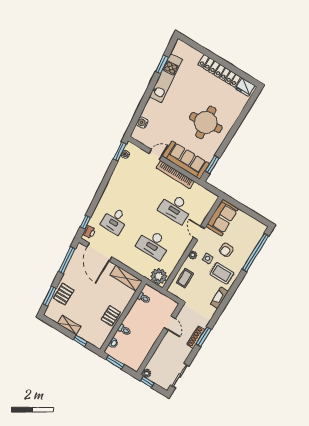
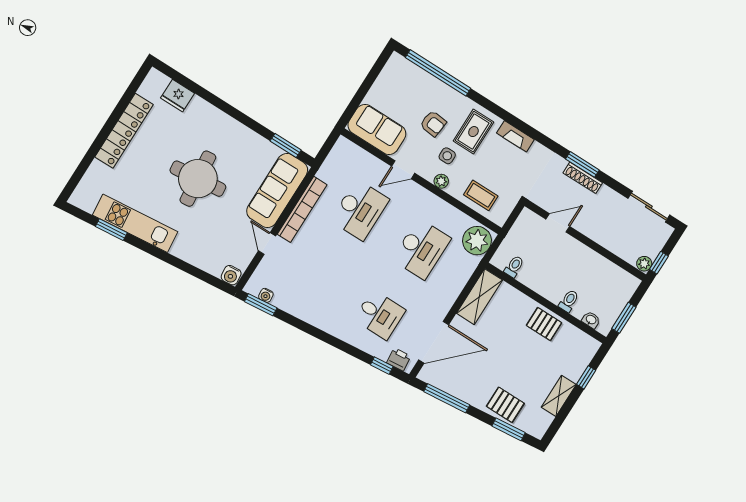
fridge: (245, 87) -> (178, 96), moved, turned 90
water cooler: (142, 123) -> (231, 275), moved
round table: (206, 123) -> (198, 179), moved

